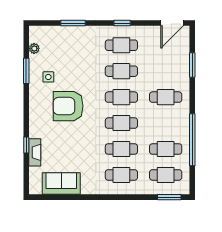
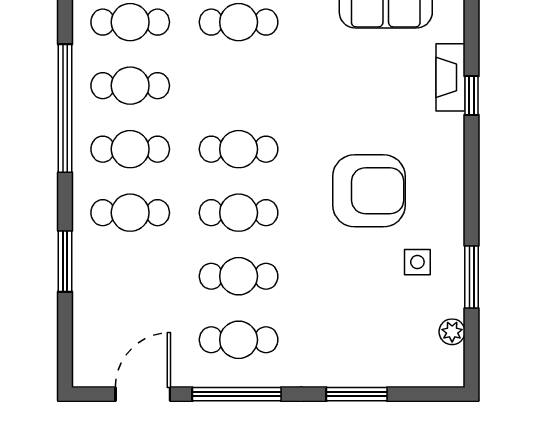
window: (122, 23) -> (237, 394), width x2.17
door: (172, 23) -> (143, 394), moved
window: (192, 65) -> (65, 261), moved
cafe table: (121, 149) -> (130, 149), moved

